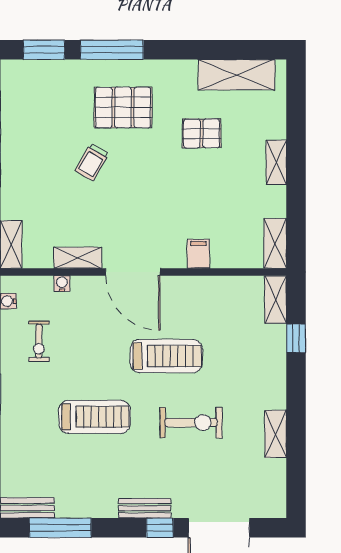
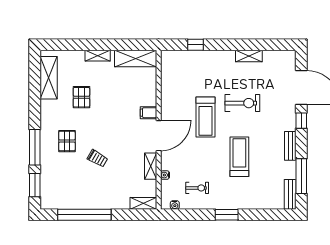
pallet: (123, 108) -> (67, 141), width x0.67, depth x0.71
shelving: (275, 243) -> (136, 58), width x1.50, depth x1.33
filing cabinet: (198, 254) -> (148, 113), moved
shelving: (276, 300) -> (174, 56), removed
treadmill: (166, 356) -> (205, 117), turned 180
exercise bike: (191, 422) -> (242, 103), turned 90
bench: (145, 508) -> (290, 146), moved

